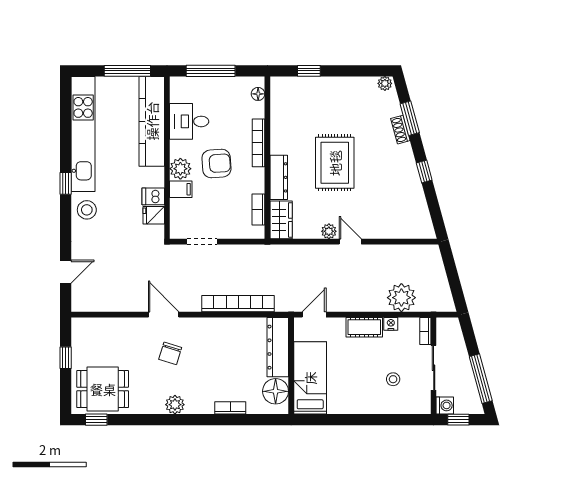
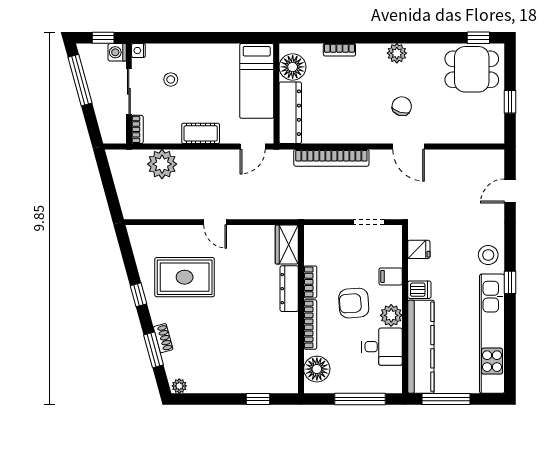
floor lamp: (258, 94) -> (317, 369), width x1.89, depth x1.89
rug: (335, 163) -> (185, 277), moved, turned 90
plant: (180, 169) -> (391, 315), moved
dishwasher: (153, 196) -> (419, 290), moved
bookcase: (258, 210) -> (310, 282), moved
plant: (329, 231) -> (237, 233), removed
nightstand: (391, 324) -> (138, 51), moved, turned 90

